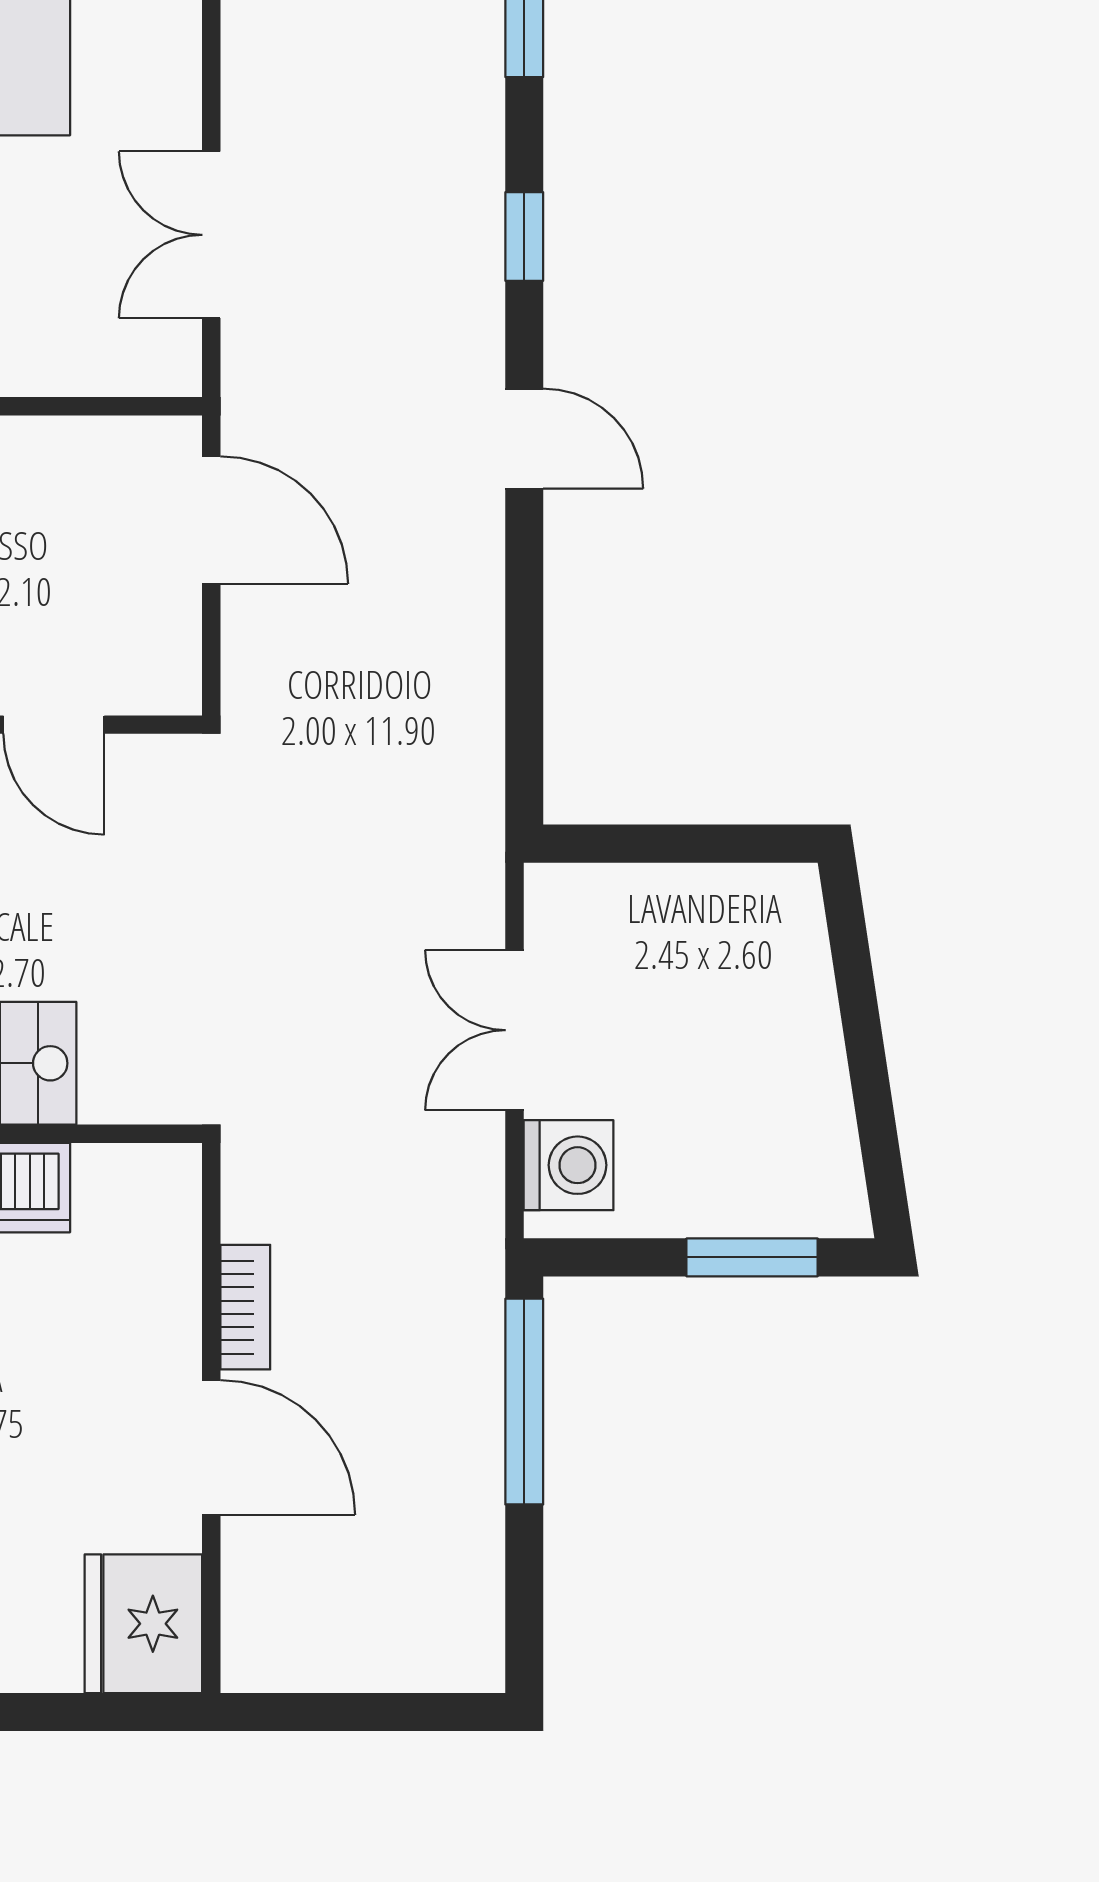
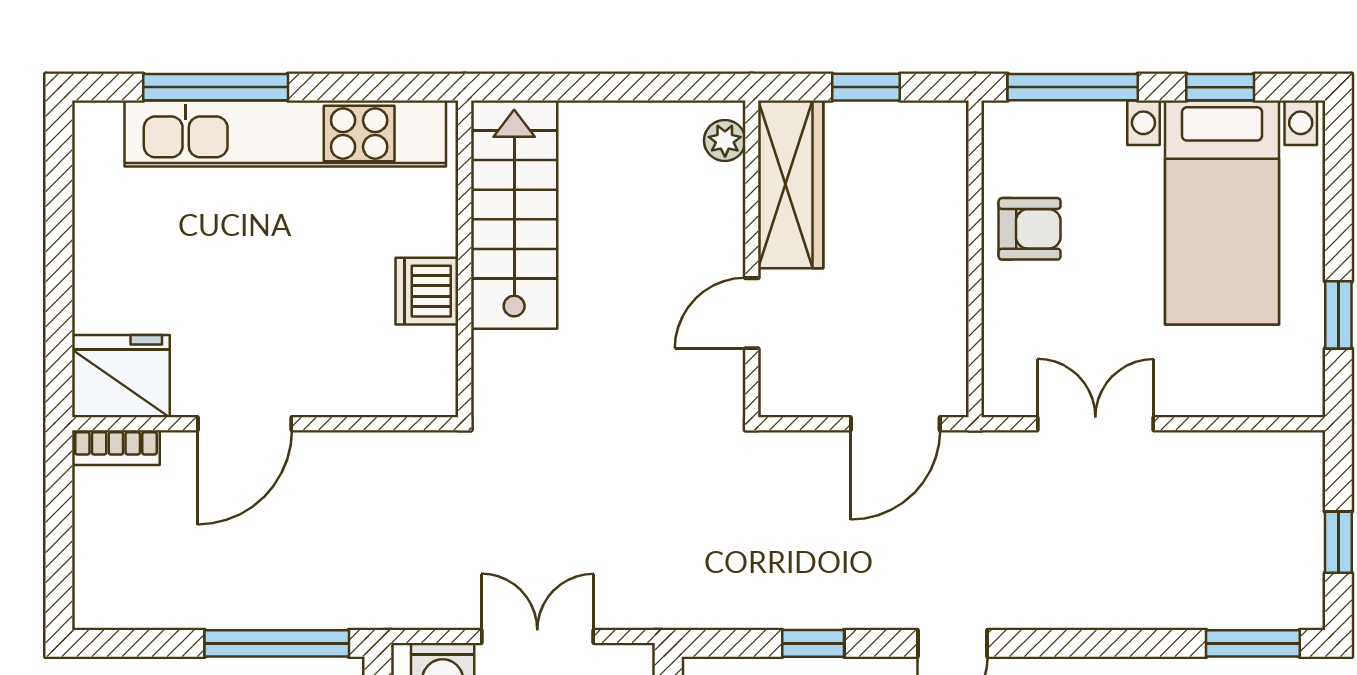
window: (524, 237) -> (813, 643), moved
bookcase: (245, 1307) -> (116, 448), moved

